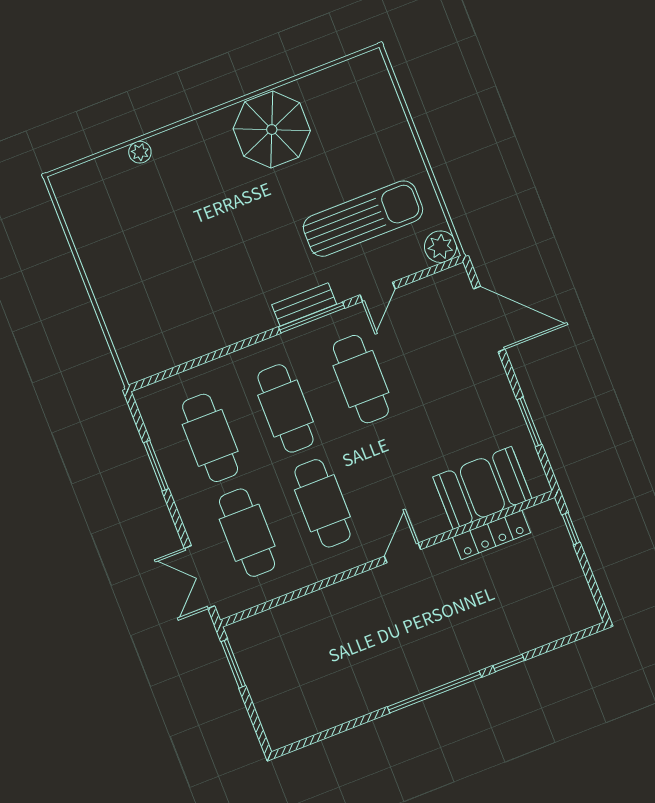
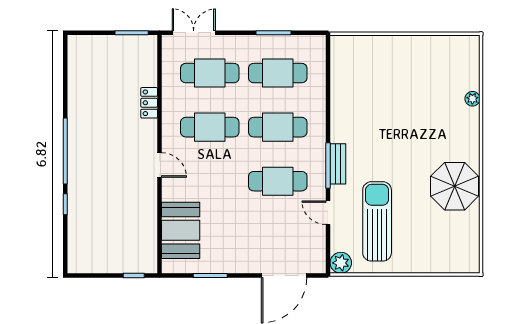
sun lounger: (363, 219) -> (377, 221), turned 180
locker: (491, 535) -> (149, 103), moved, width x0.66

